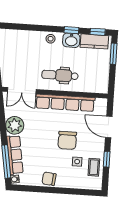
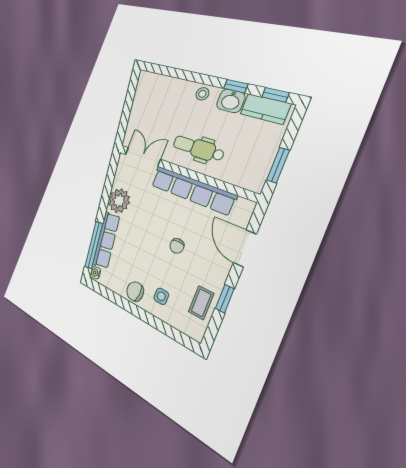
window: (113, 54) -> (278, 165), moved
double door: (22, 90) -> (143, 157), swing flipped
chair: (67, 140) -> (177, 246), width x0.54, depth x0.54
side table: (77, 162) -> (161, 296), moved

